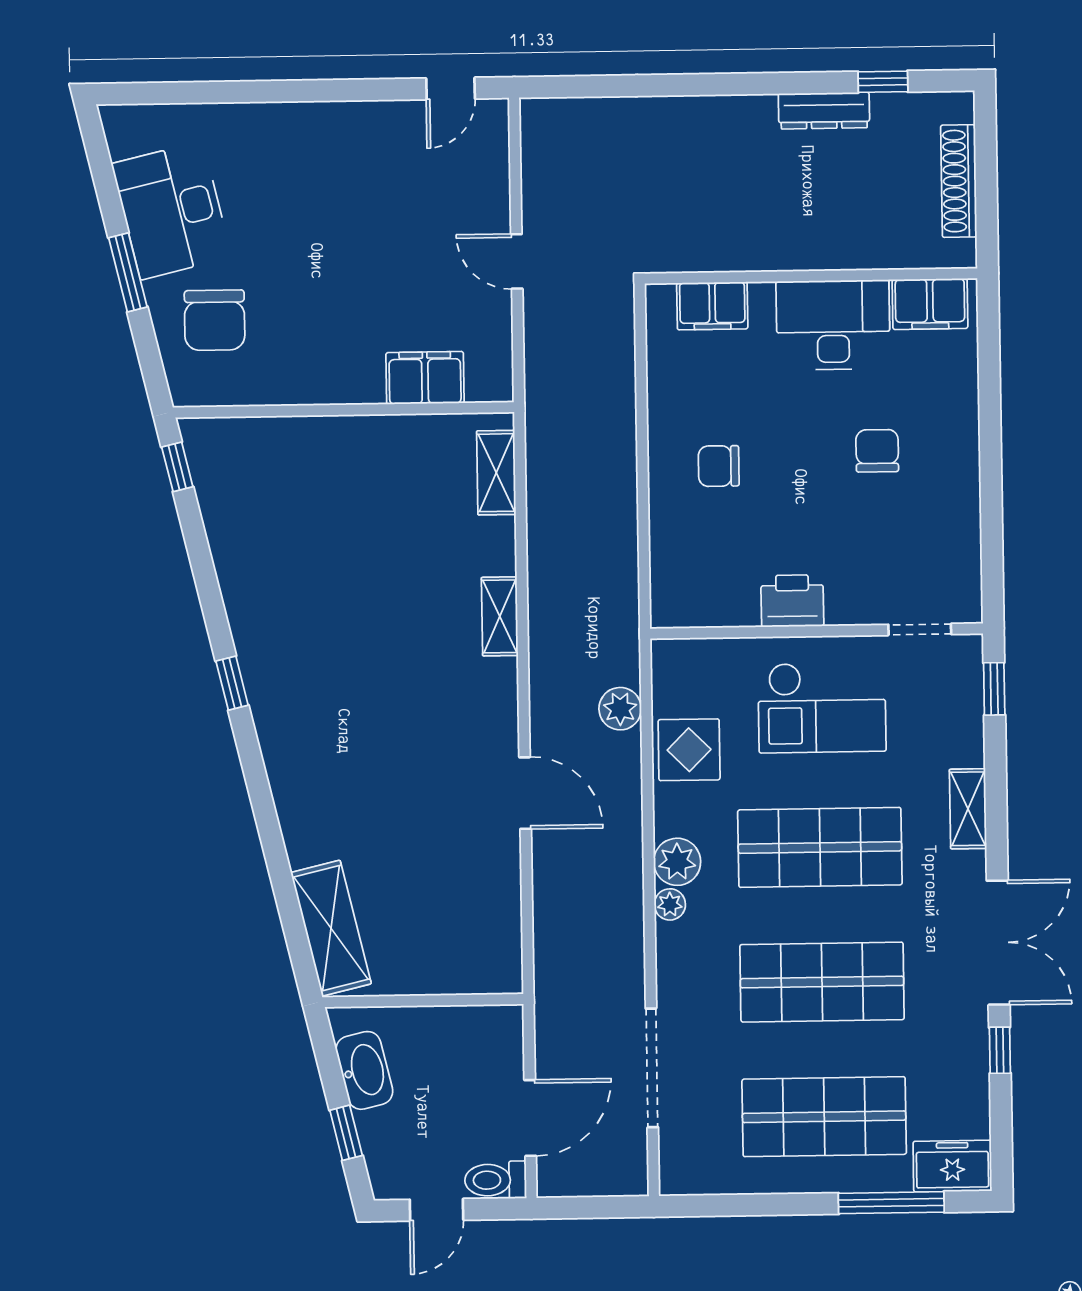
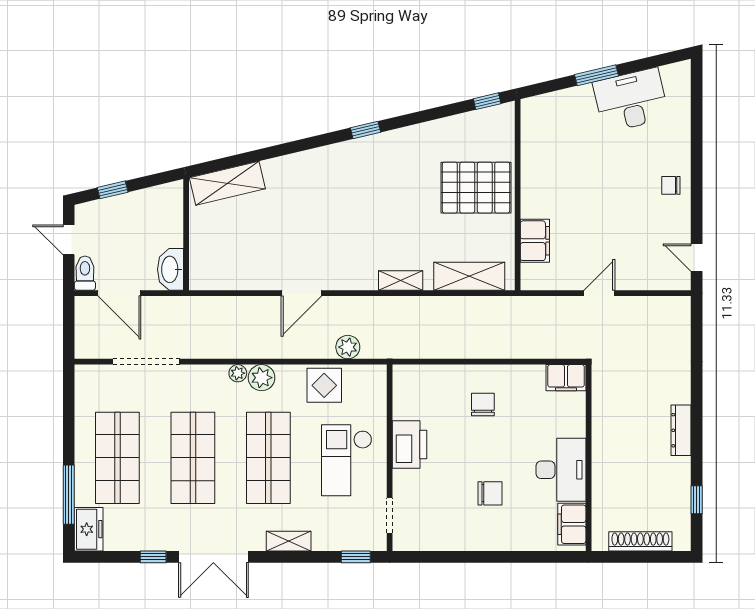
dresser: (824, 111) -> (681, 430), moved
filing cabinet: (712, 306) -> (566, 378), moved, turned -90
chair: (215, 320) -> (671, 185), moved, width x0.54, depth x0.54
shelving: (496, 473) -> (469, 276), width x1.50, depth x1.33
pallet: (332, 484) -> (476, 188), added
printer: (792, 601) -> (409, 444), width x1.37, depth x1.19
washbasin: (364, 1070) -> (170, 269), moved, turned 103

